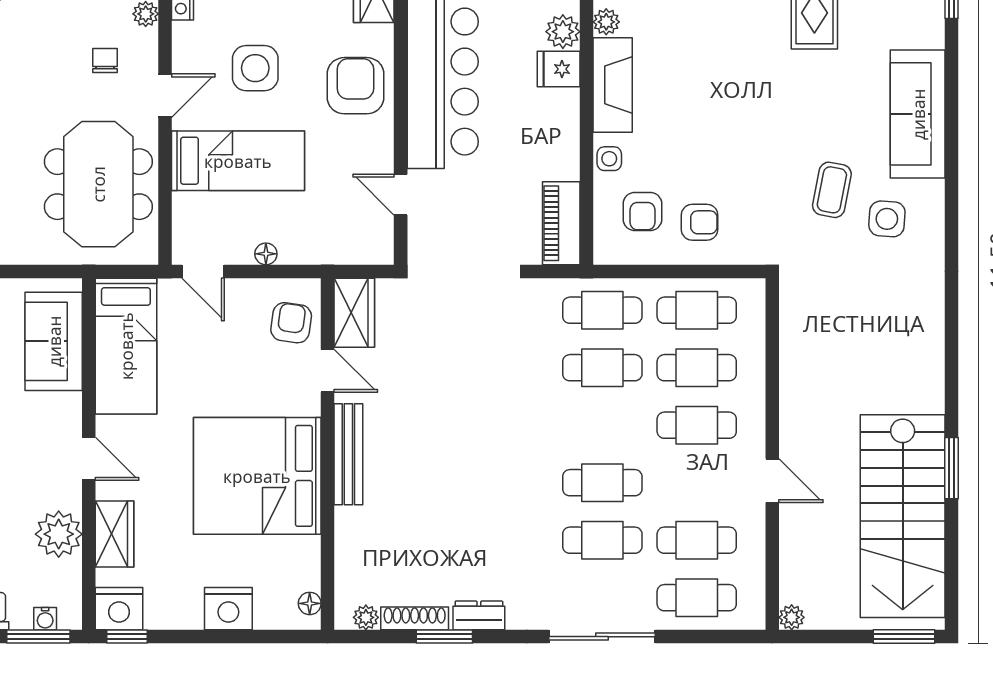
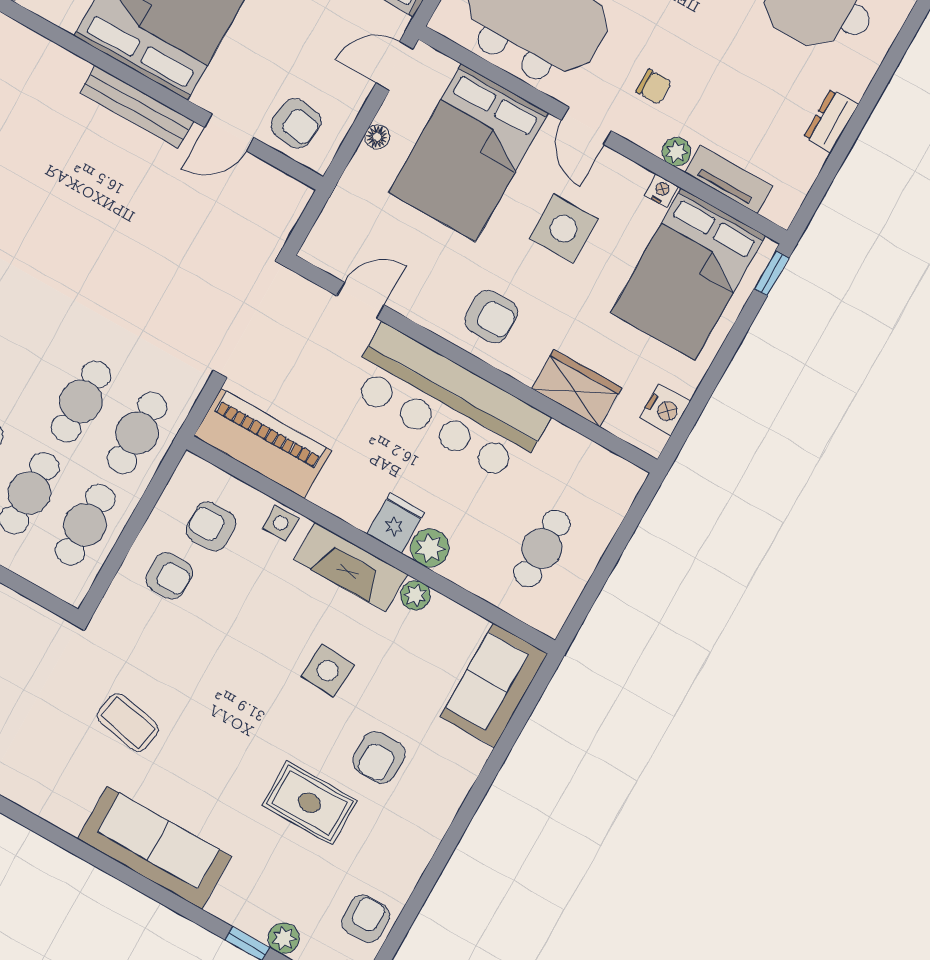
armchair: (355, 86) -> (491, 316), width x0.72, depth x0.72
bed: (238, 161) -> (468, 153), width x1.50
side table: (887, 219) -> (328, 671), moved
armchair: (700, 222) -> (169, 576), turned -90
piano: (561, 223) -> (262, 443), width x1.37, depth x1.33
wardrobe: (354, 313) -> (271, 190), removed

